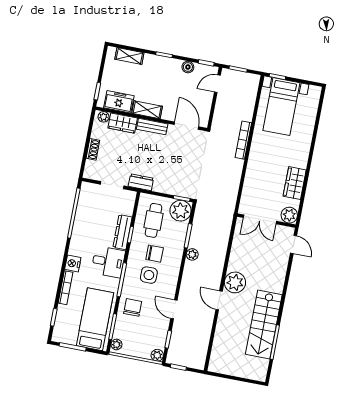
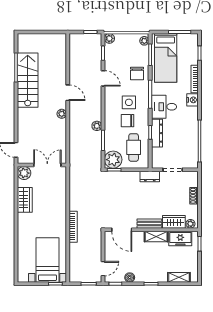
plant: (235, 282) -> (62, 114), width x0.53, depth x0.53

